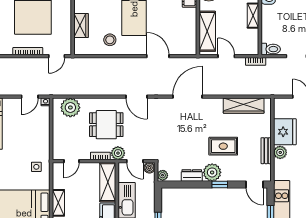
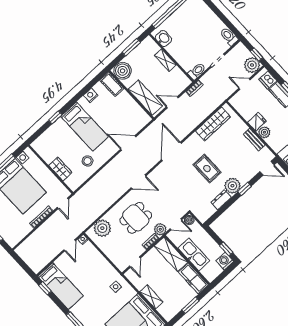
fridge: (285, 132) -> (257, 122), width x0.53, depth x0.75
rug: (223, 146) -> (207, 169), moved, turned 90
plant: (163, 175) -> (202, 217), removed

